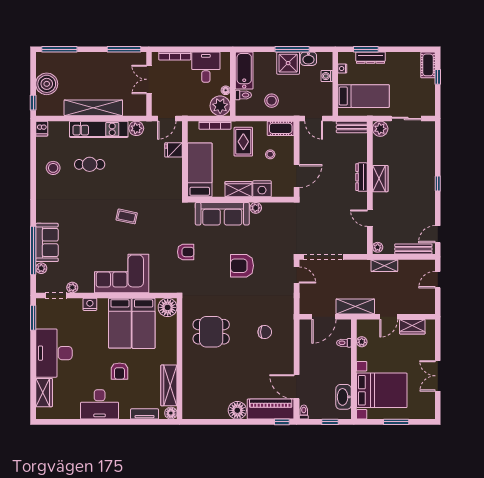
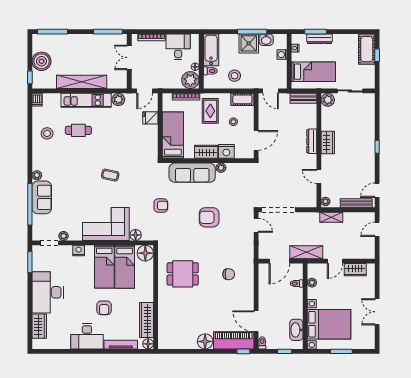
cot: (428, 65) -> (367, 49), width x1.37, depth x1.34
plant: (41, 268) -> (37, 175), moved
floor lamp: (156, 286) -> (136, 235), added
tv unit: (145, 414) -> (121, 345), width x1.41

